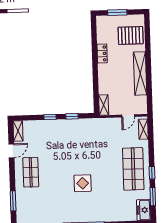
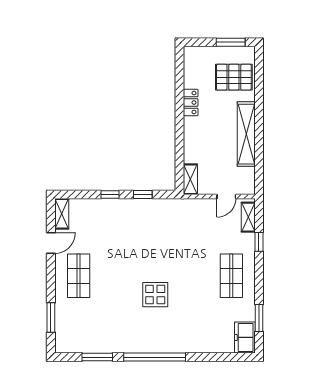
window: (117, 12) -> (231, 42), moved
shop shelf: (133, 169) -> (231, 276), width x0.70, depth x0.74
window: (152, 173) -> (259, 242), moved

